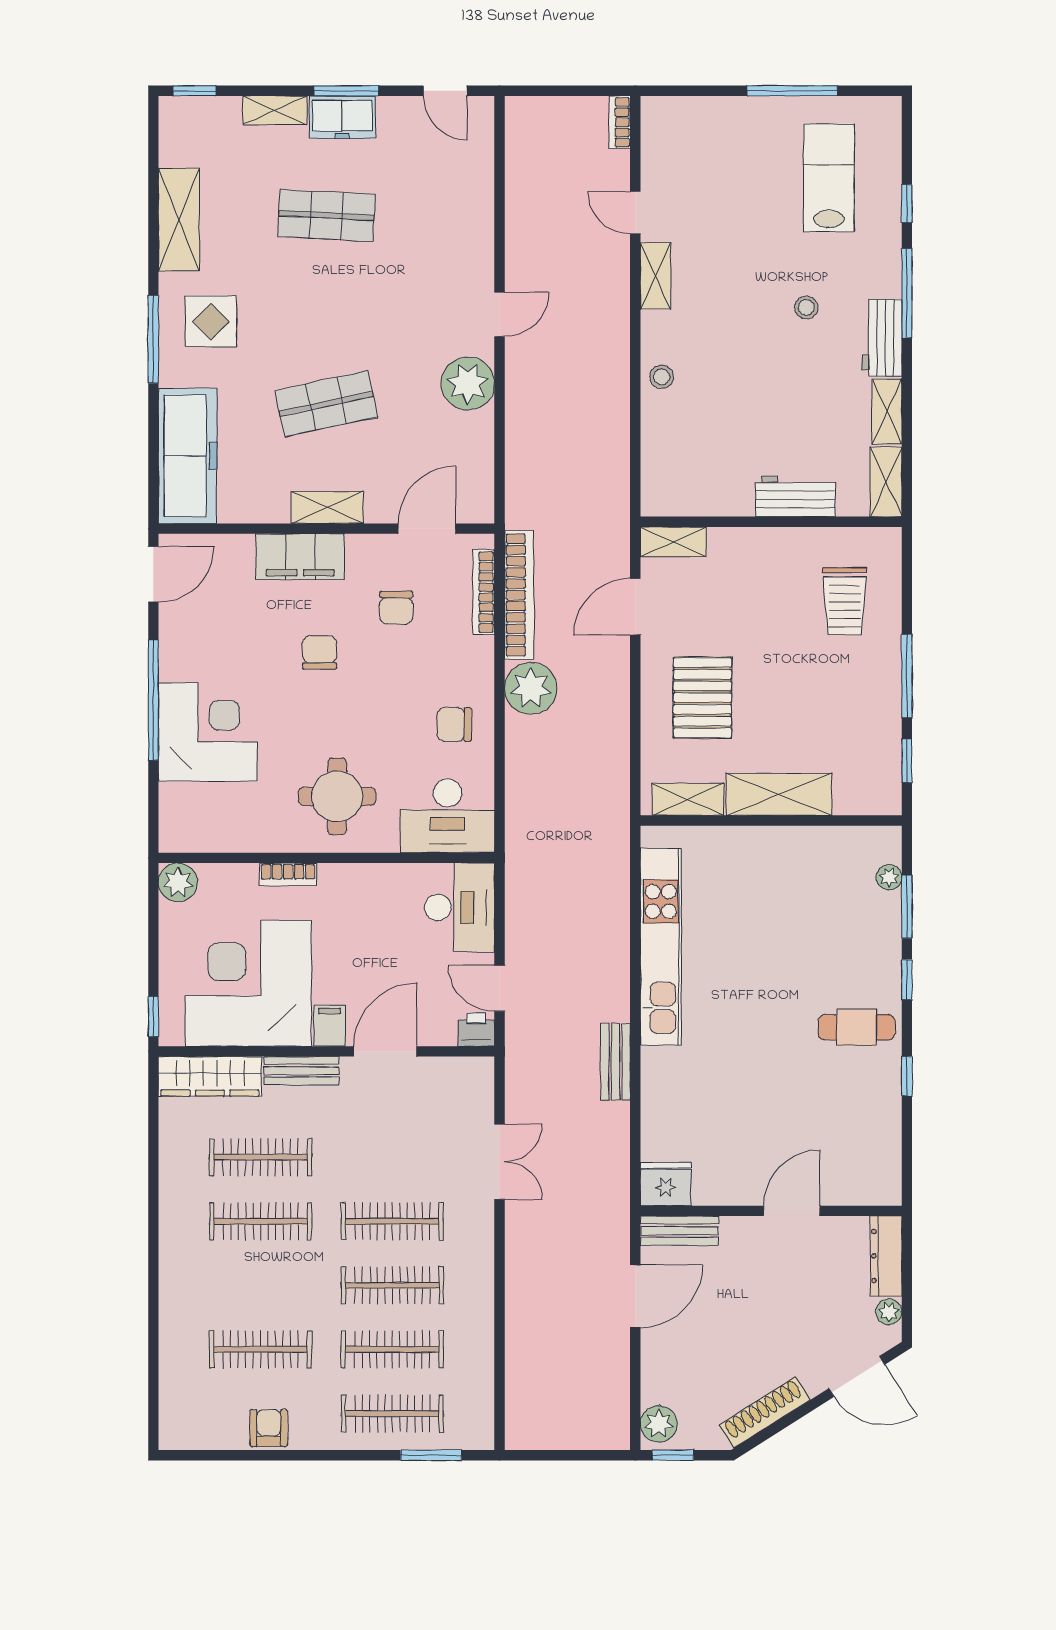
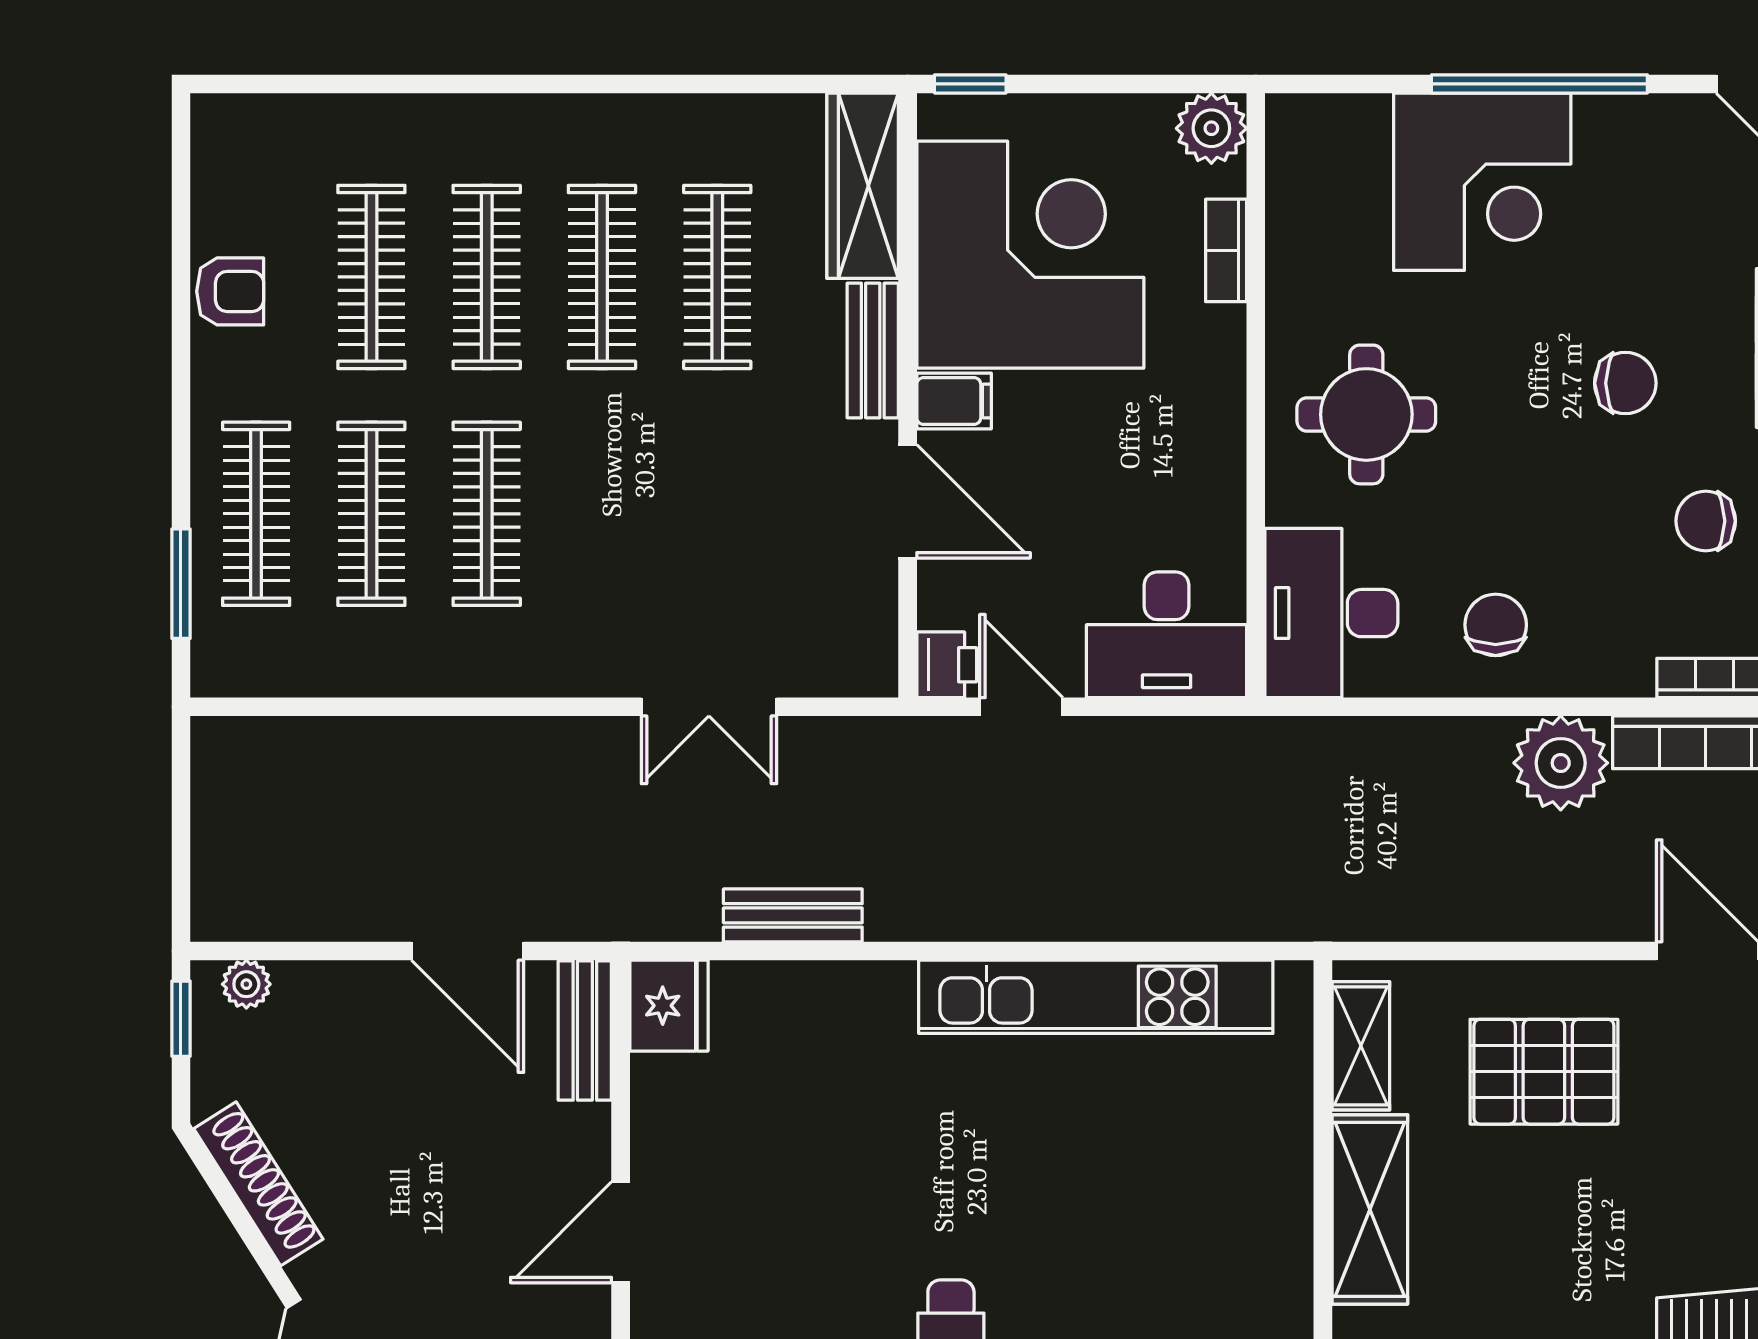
bookcase: (288, 874) -> (1226, 250), moved
door: (500, 988) -> (1021, 707), hinge flipped
bench: (616, 1062) -> (793, 915), moved
door: (792, 1211) -> (621, 1232), swing flipped
clothes rail: (392, 1221) -> (487, 277), moved
plant: (659, 1424) -> (246, 984), width x0.73, depth x0.73

